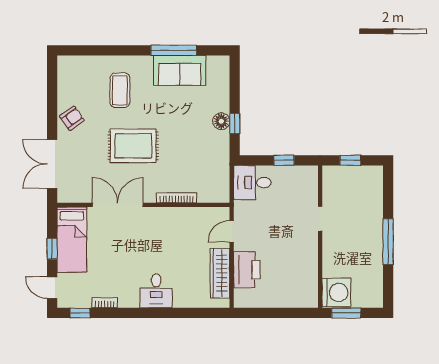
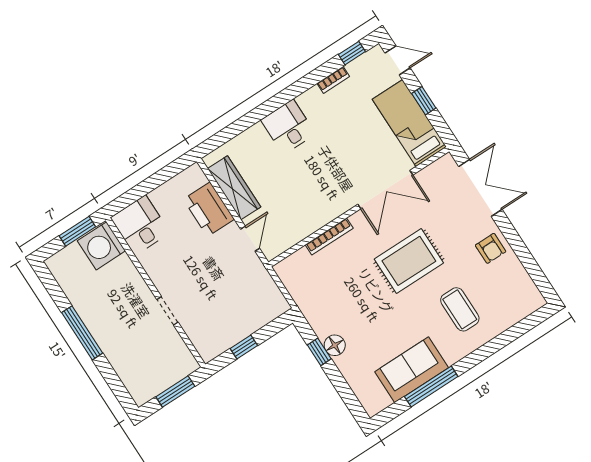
armchair: (72, 118) -> (491, 248), turned -55
window: (350, 160) -> (175, 391), width x1.50
desk: (252, 183) -> (140, 225), moved, turned -90

